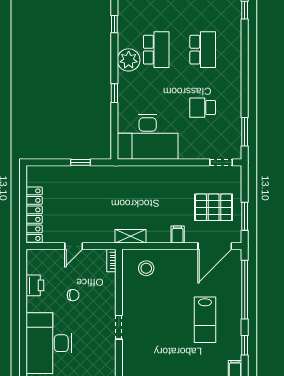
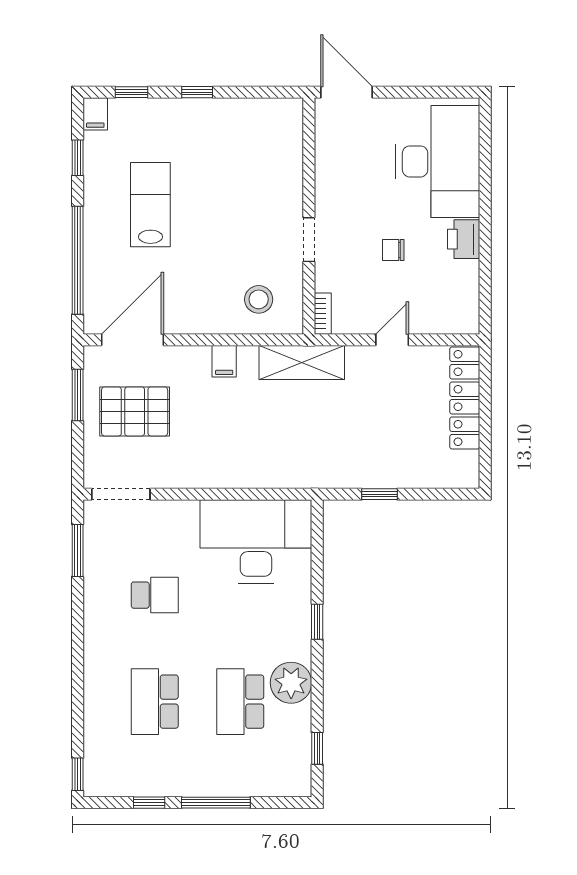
doorway: (221, 162) -> (121, 494), width x1.38
filing cabinet: (178, 235) -> (224, 361), moved
shelving: (131, 236) -> (302, 362), width x1.50, depth x1.33
printer: (35, 285) -> (464, 239), moved
doorway: (119, 327) -> (309, 240), moved

